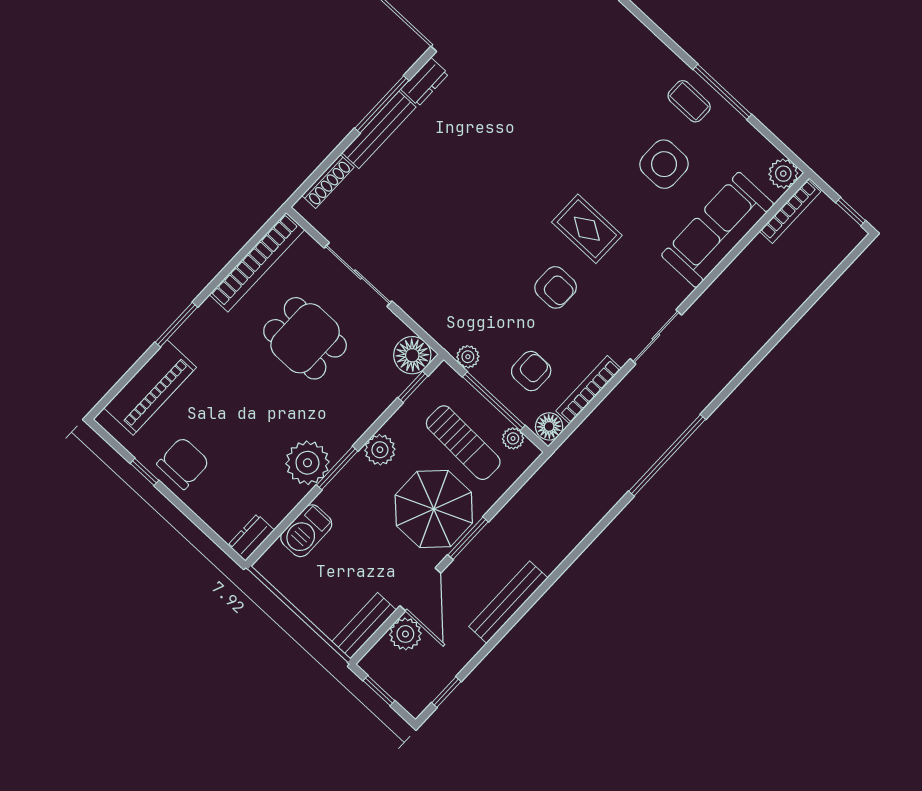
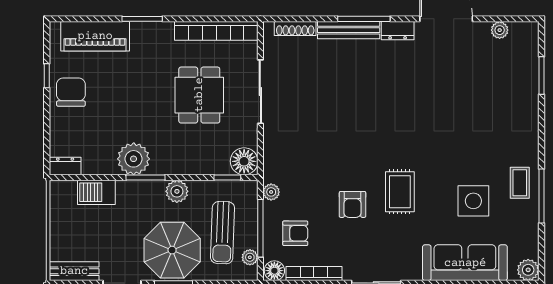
chair: (183, 463) -> (71, 92), turned -90

